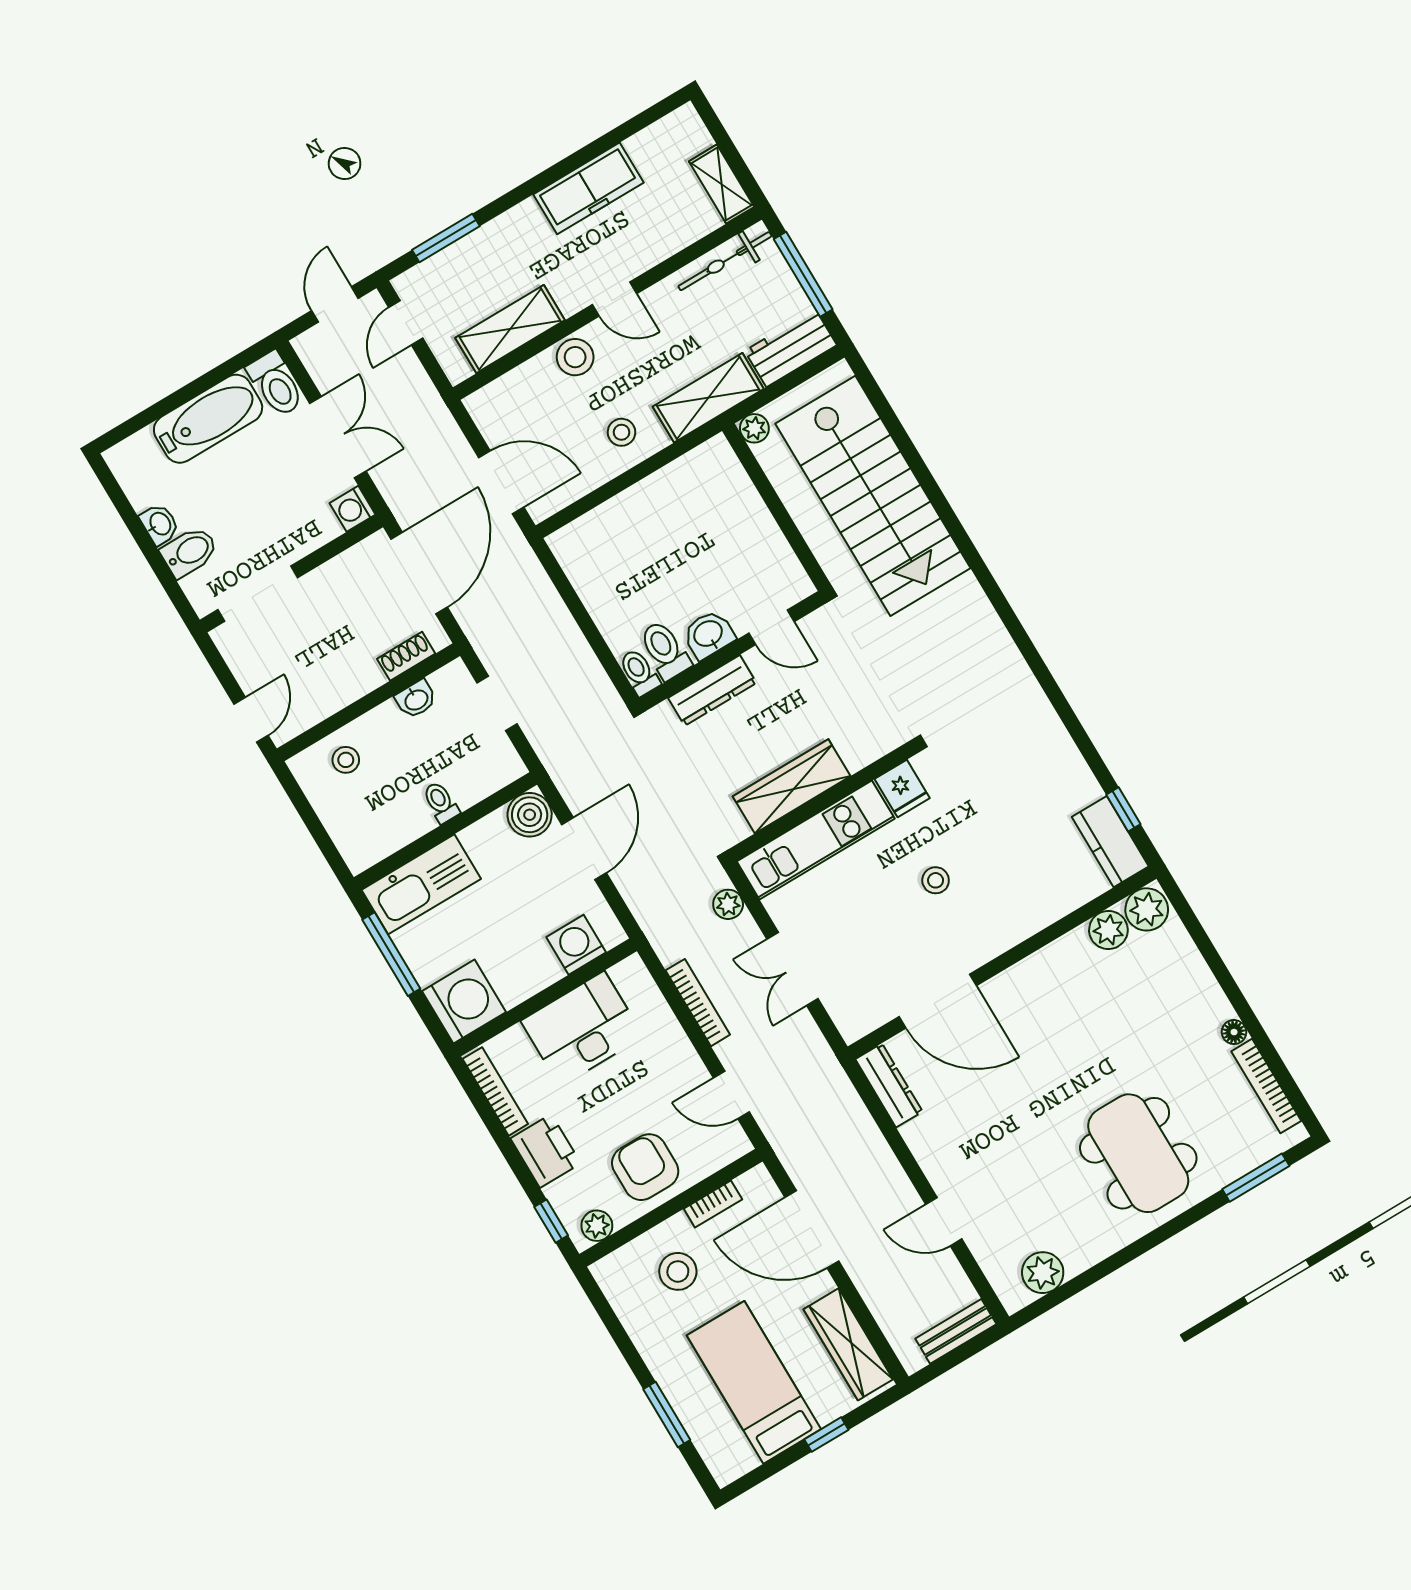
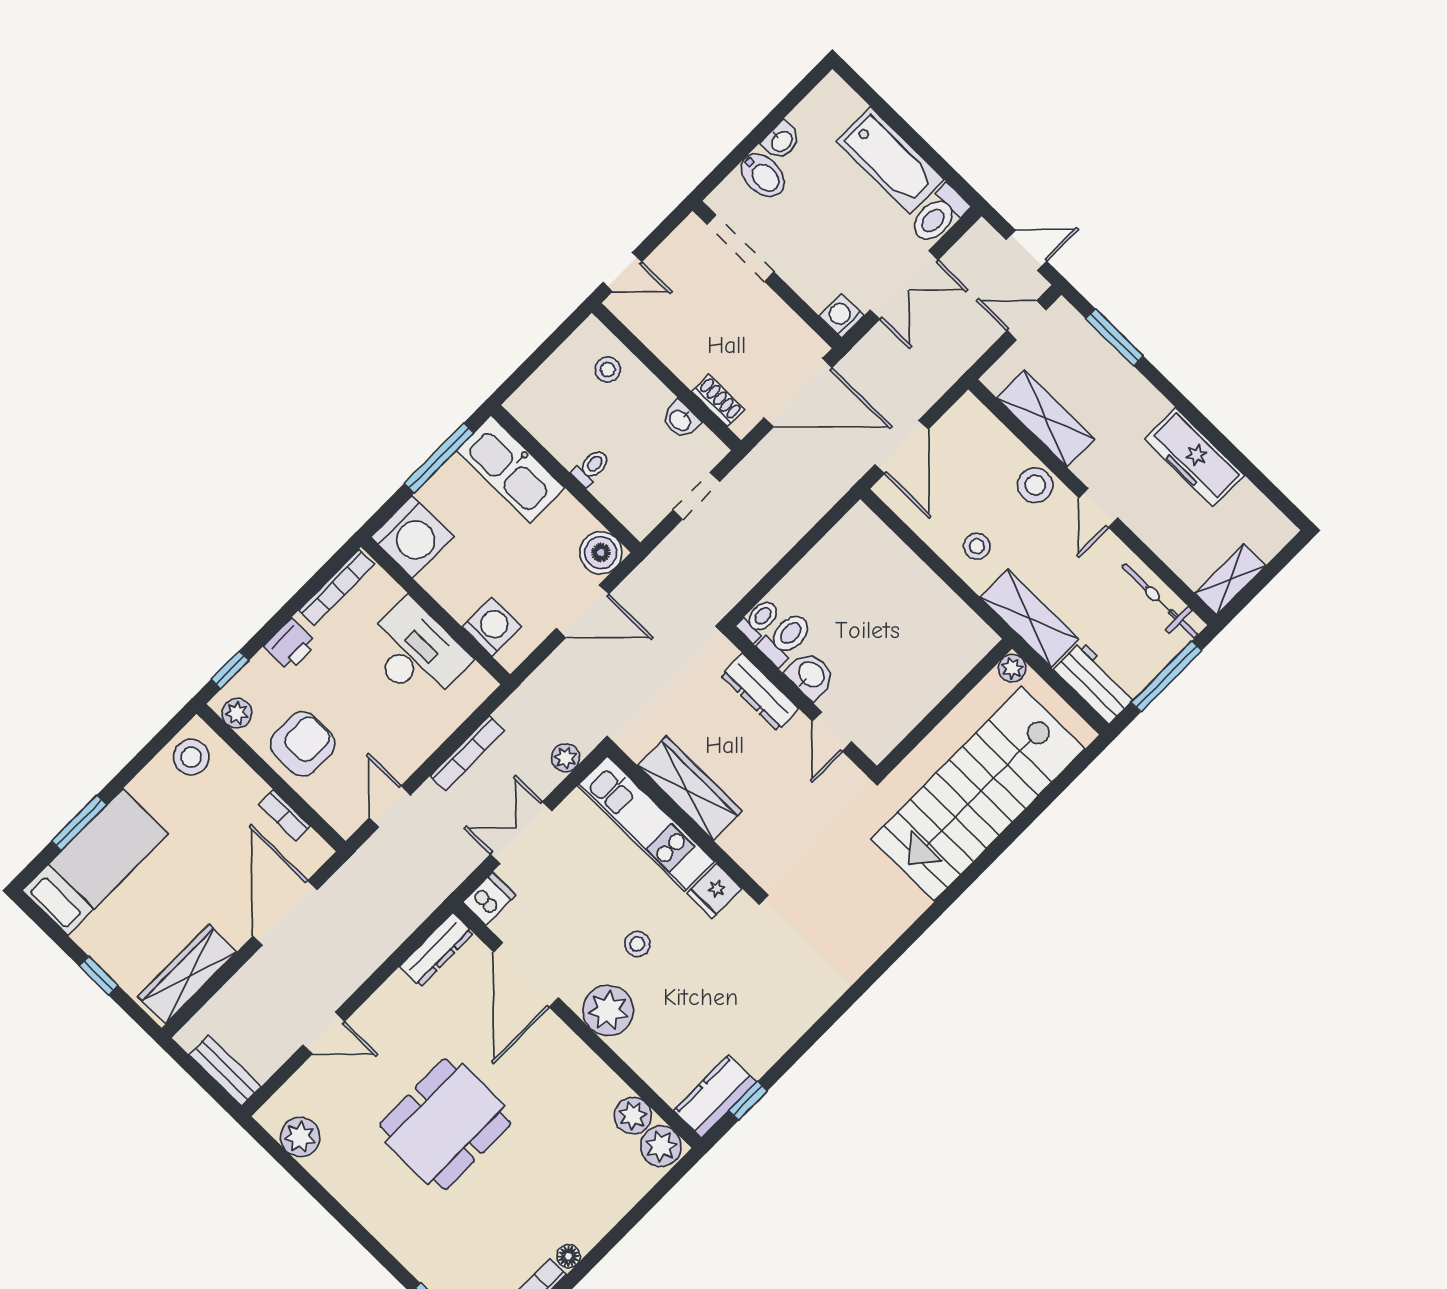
plant: (995, 927) -> (608, 1010), added
dishwasher: (851, 1019) -> (489, 899), added
printer: (546, 1151) -> (291, 645), width x0.73, depth x0.81
dining table: (1138, 1153) -> (445, 1124), moved
door: (944, 1222) -> (324, 1033), swing flipped
stool: (678, 1271) -> (191, 757), moved
bed: (754, 1382) -> (95, 862), moved

